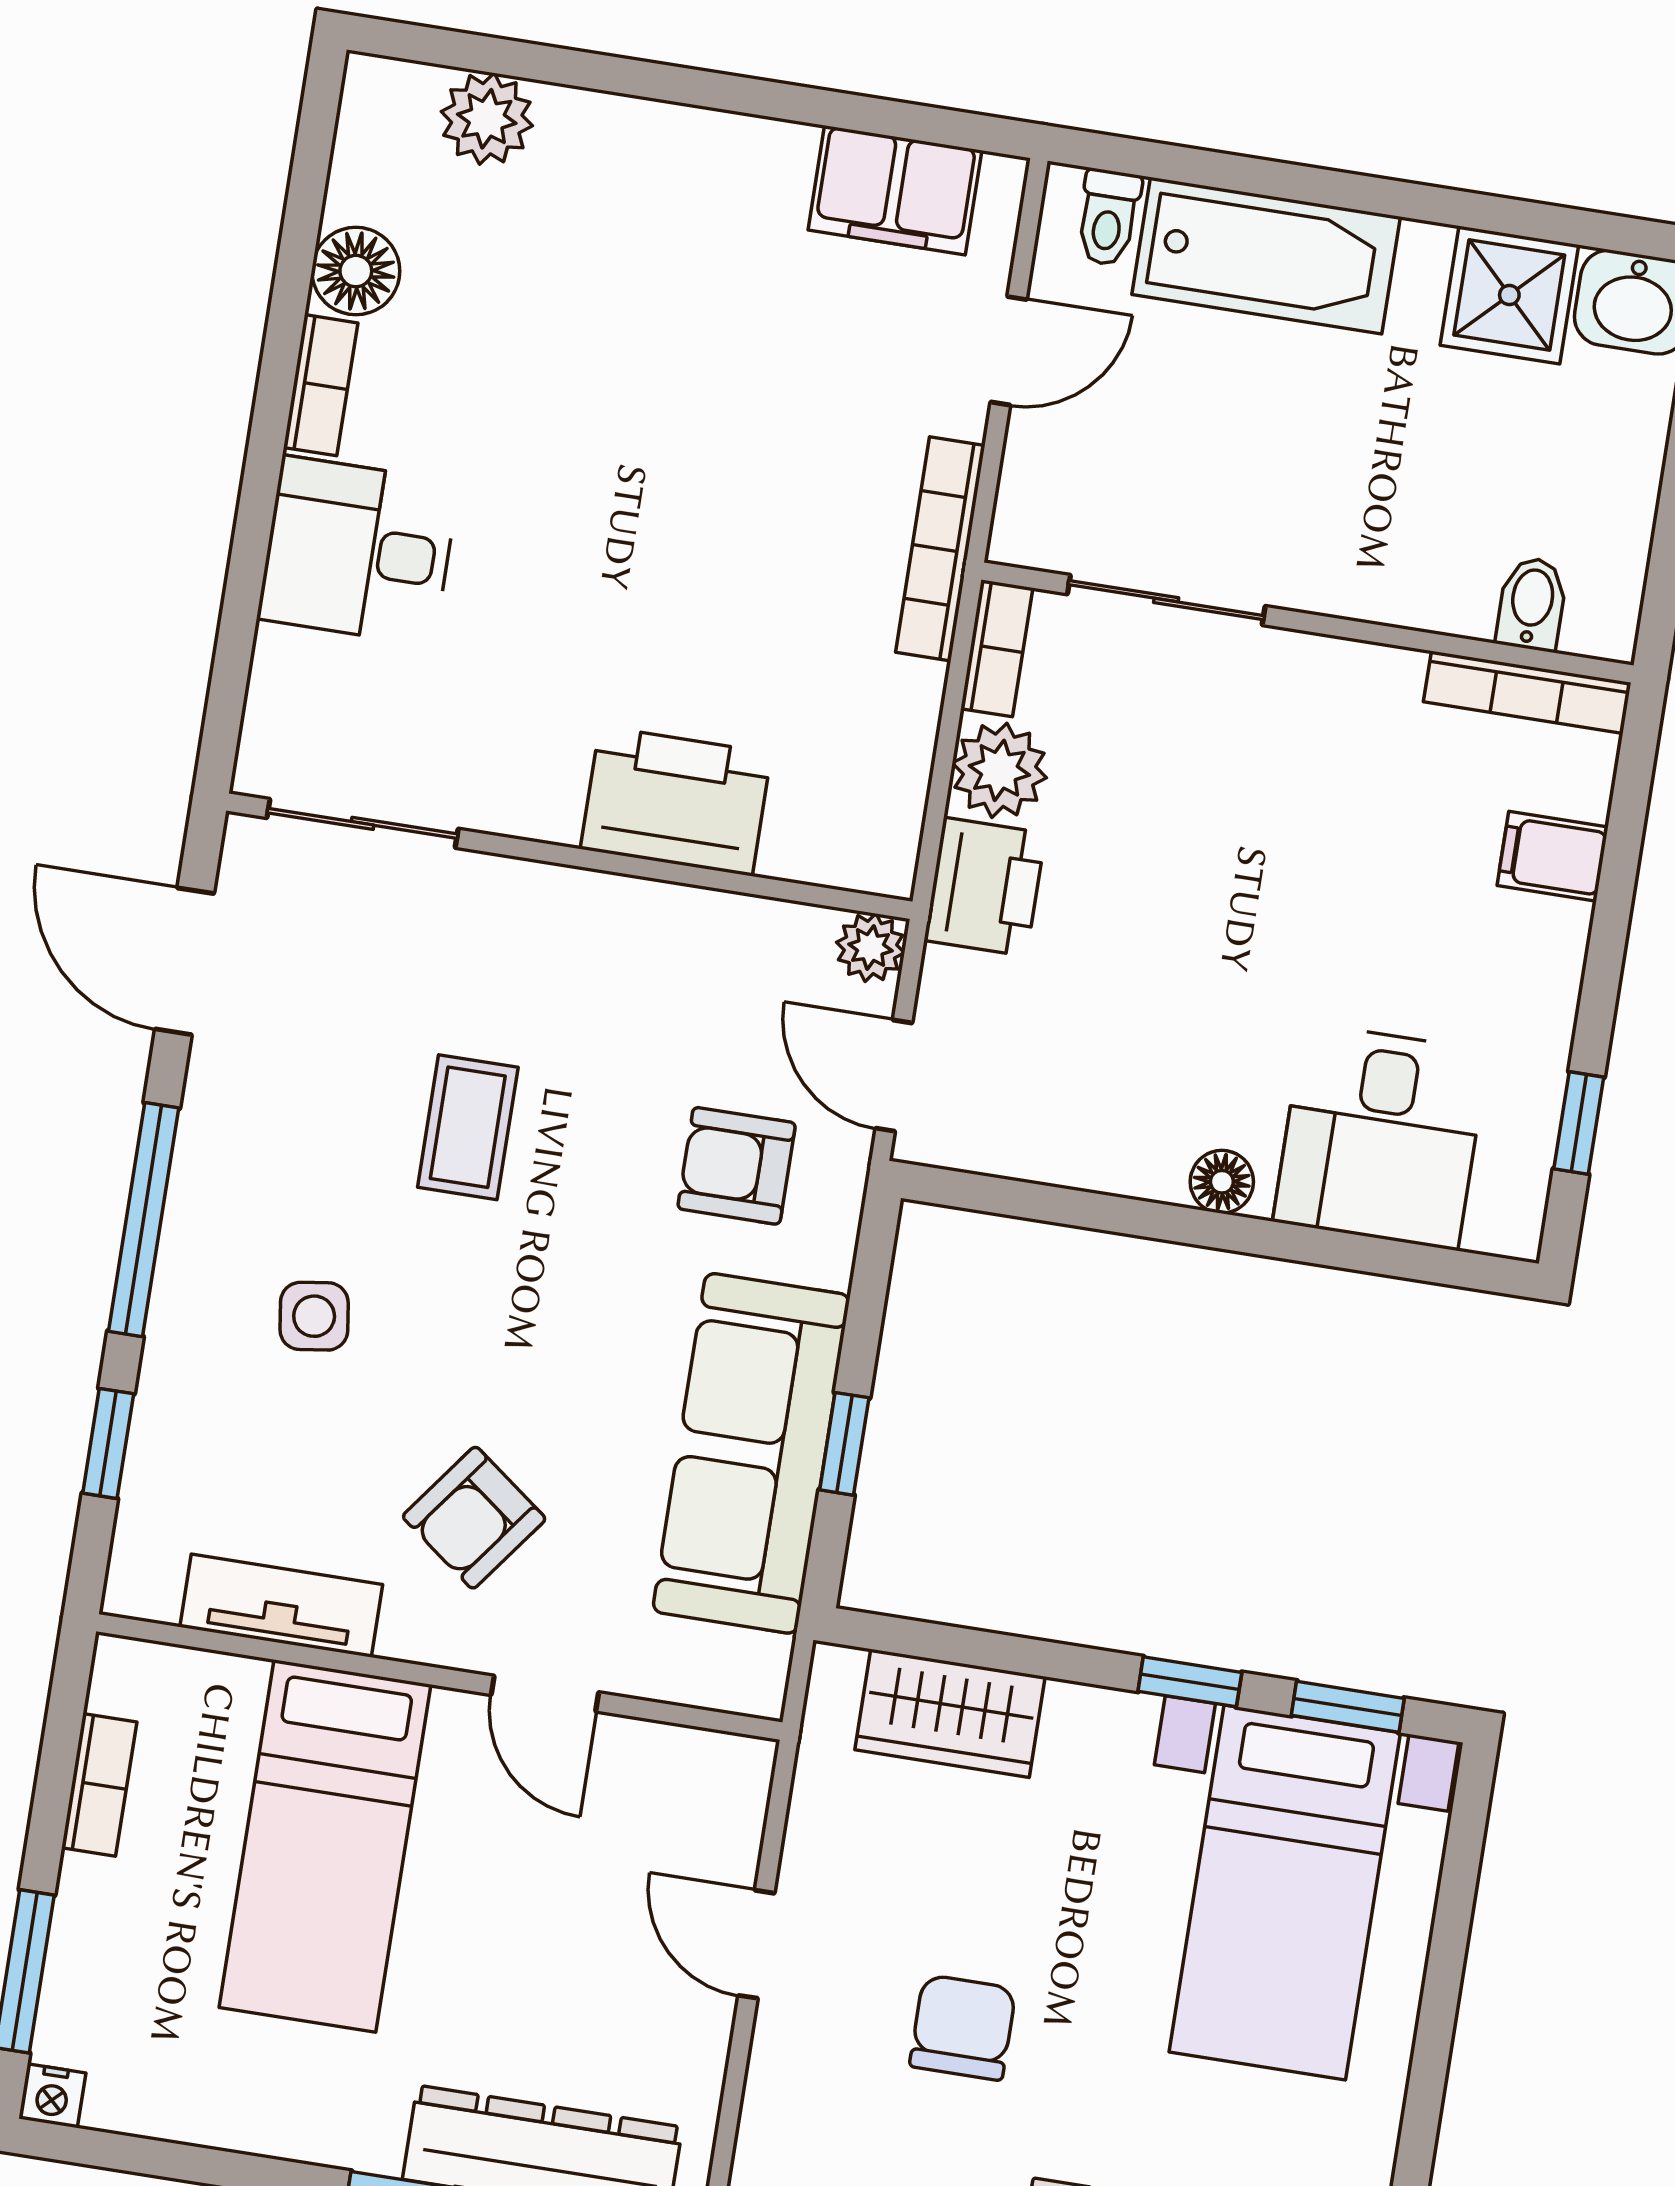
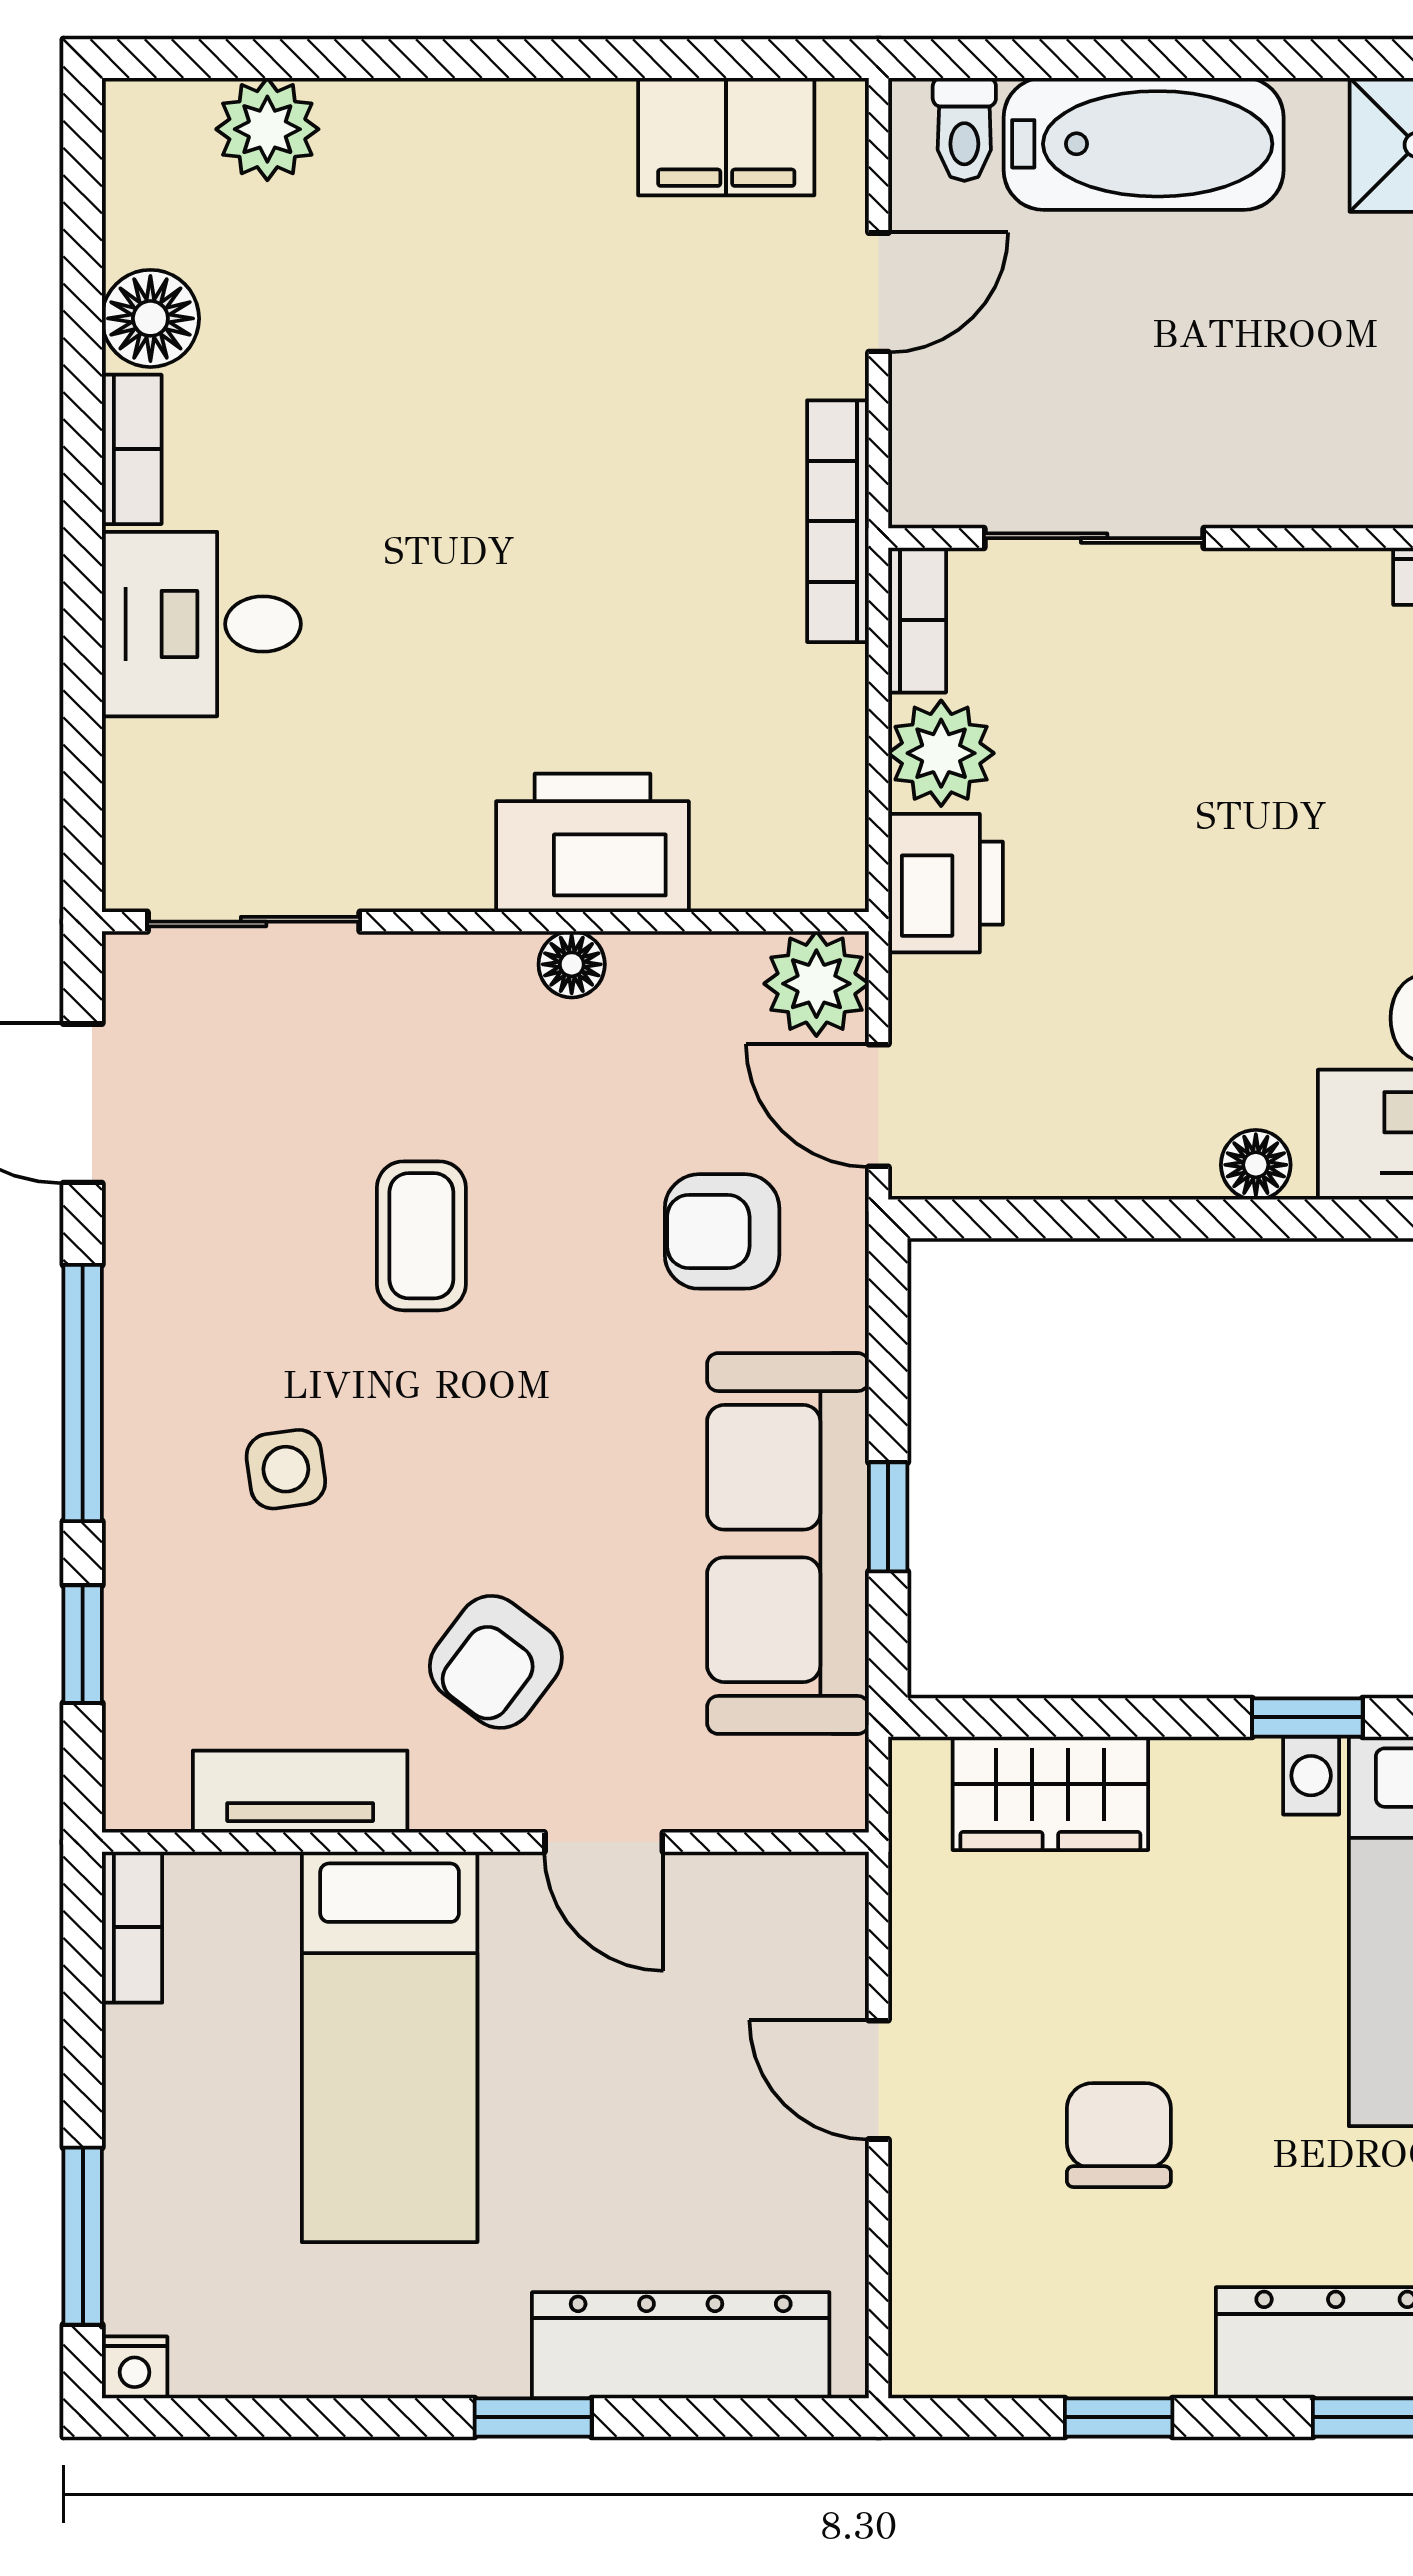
floor lamp: (640, 906) -> (572, 964), added
plant: (871, 947) -> (816, 984), width x1.38, depth x1.38
bookcase: (99, 1785) -> (132, 1927), moved

